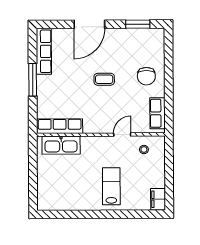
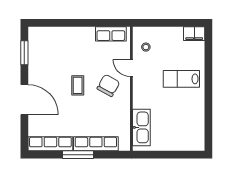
chair: (146, 76) -> (108, 85), moved, turned -61
row of seats: (60, 126) -> (96, 144), moved, turned 90

